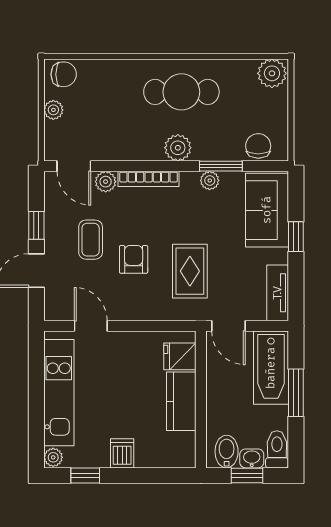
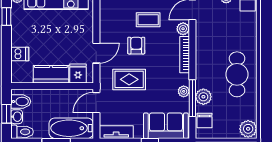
chair: (258, 146) -> (204, 121), turned 90
plant: (178, 148) -> (203, 97), moved
window: (221, 166) -> (192, 98), width x1.44
armchair: (134, 259) -> (136, 46), turned -90
door: (91, 326) -> (96, 53), moved
dishwasher: (122, 453) -> (20, 54), moved

